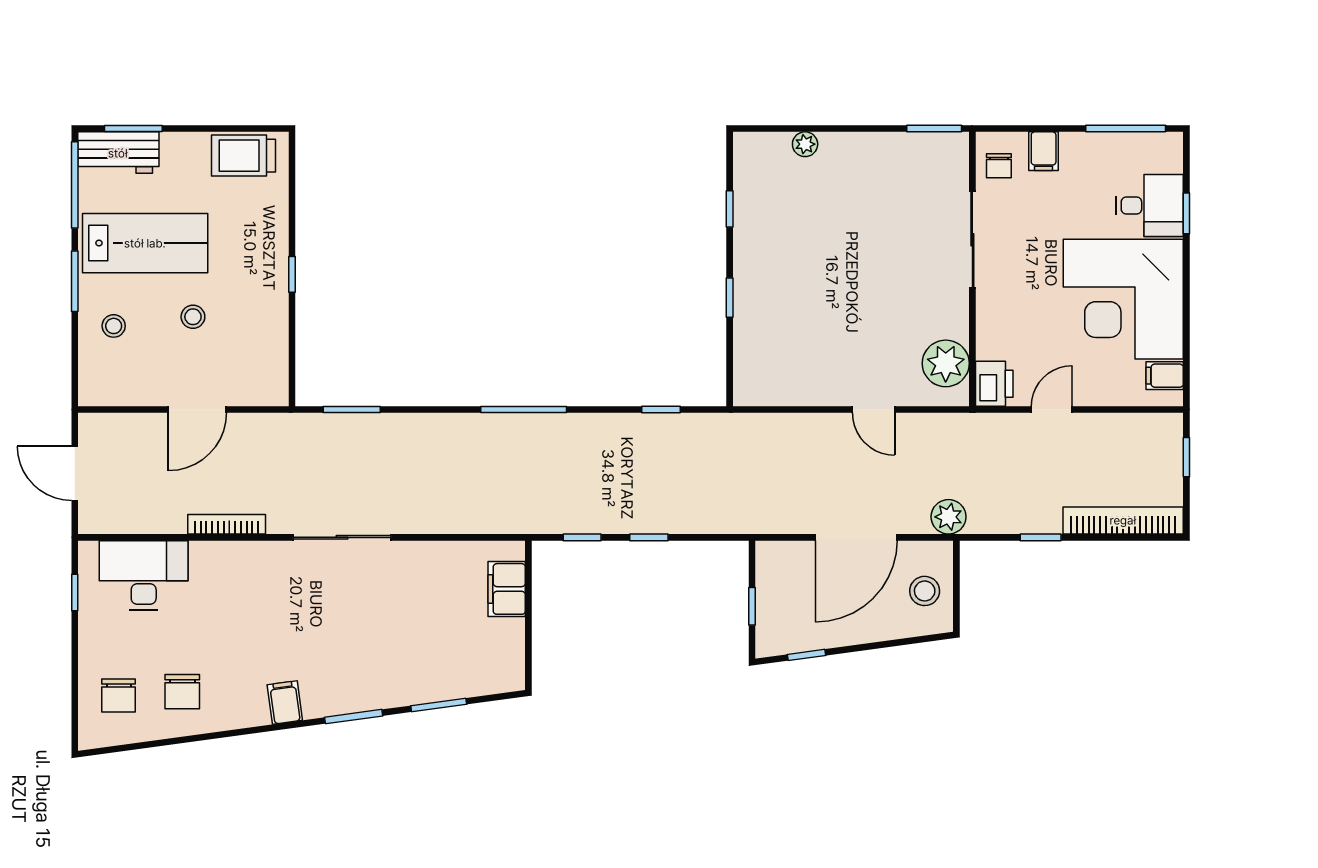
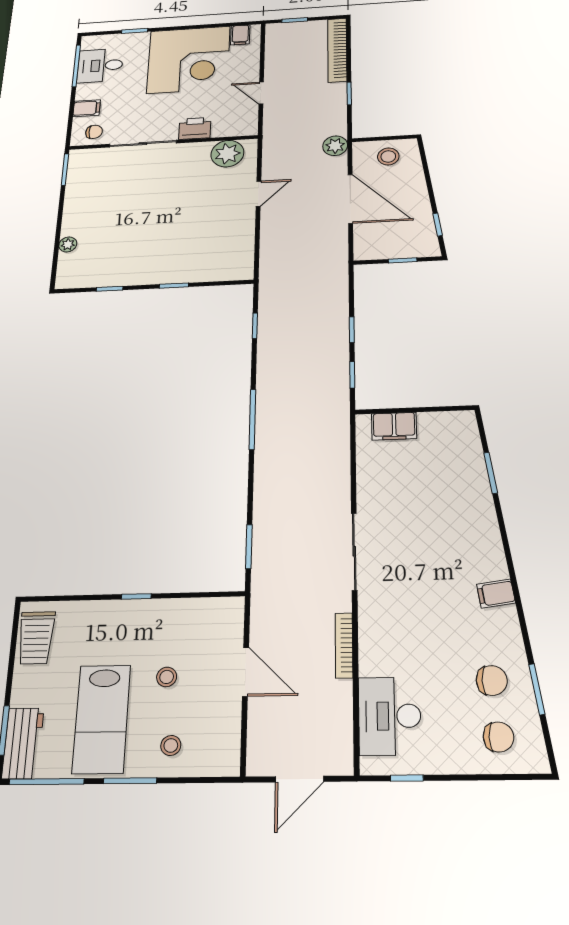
desk: (1150, 206) -> (100, 66), moved, turned -90
lab bench: (145, 243) -> (102, 719), turned 180
printer: (994, 384) -> (195, 128), moved
window: (354, 717) -> (537, 689), moved

